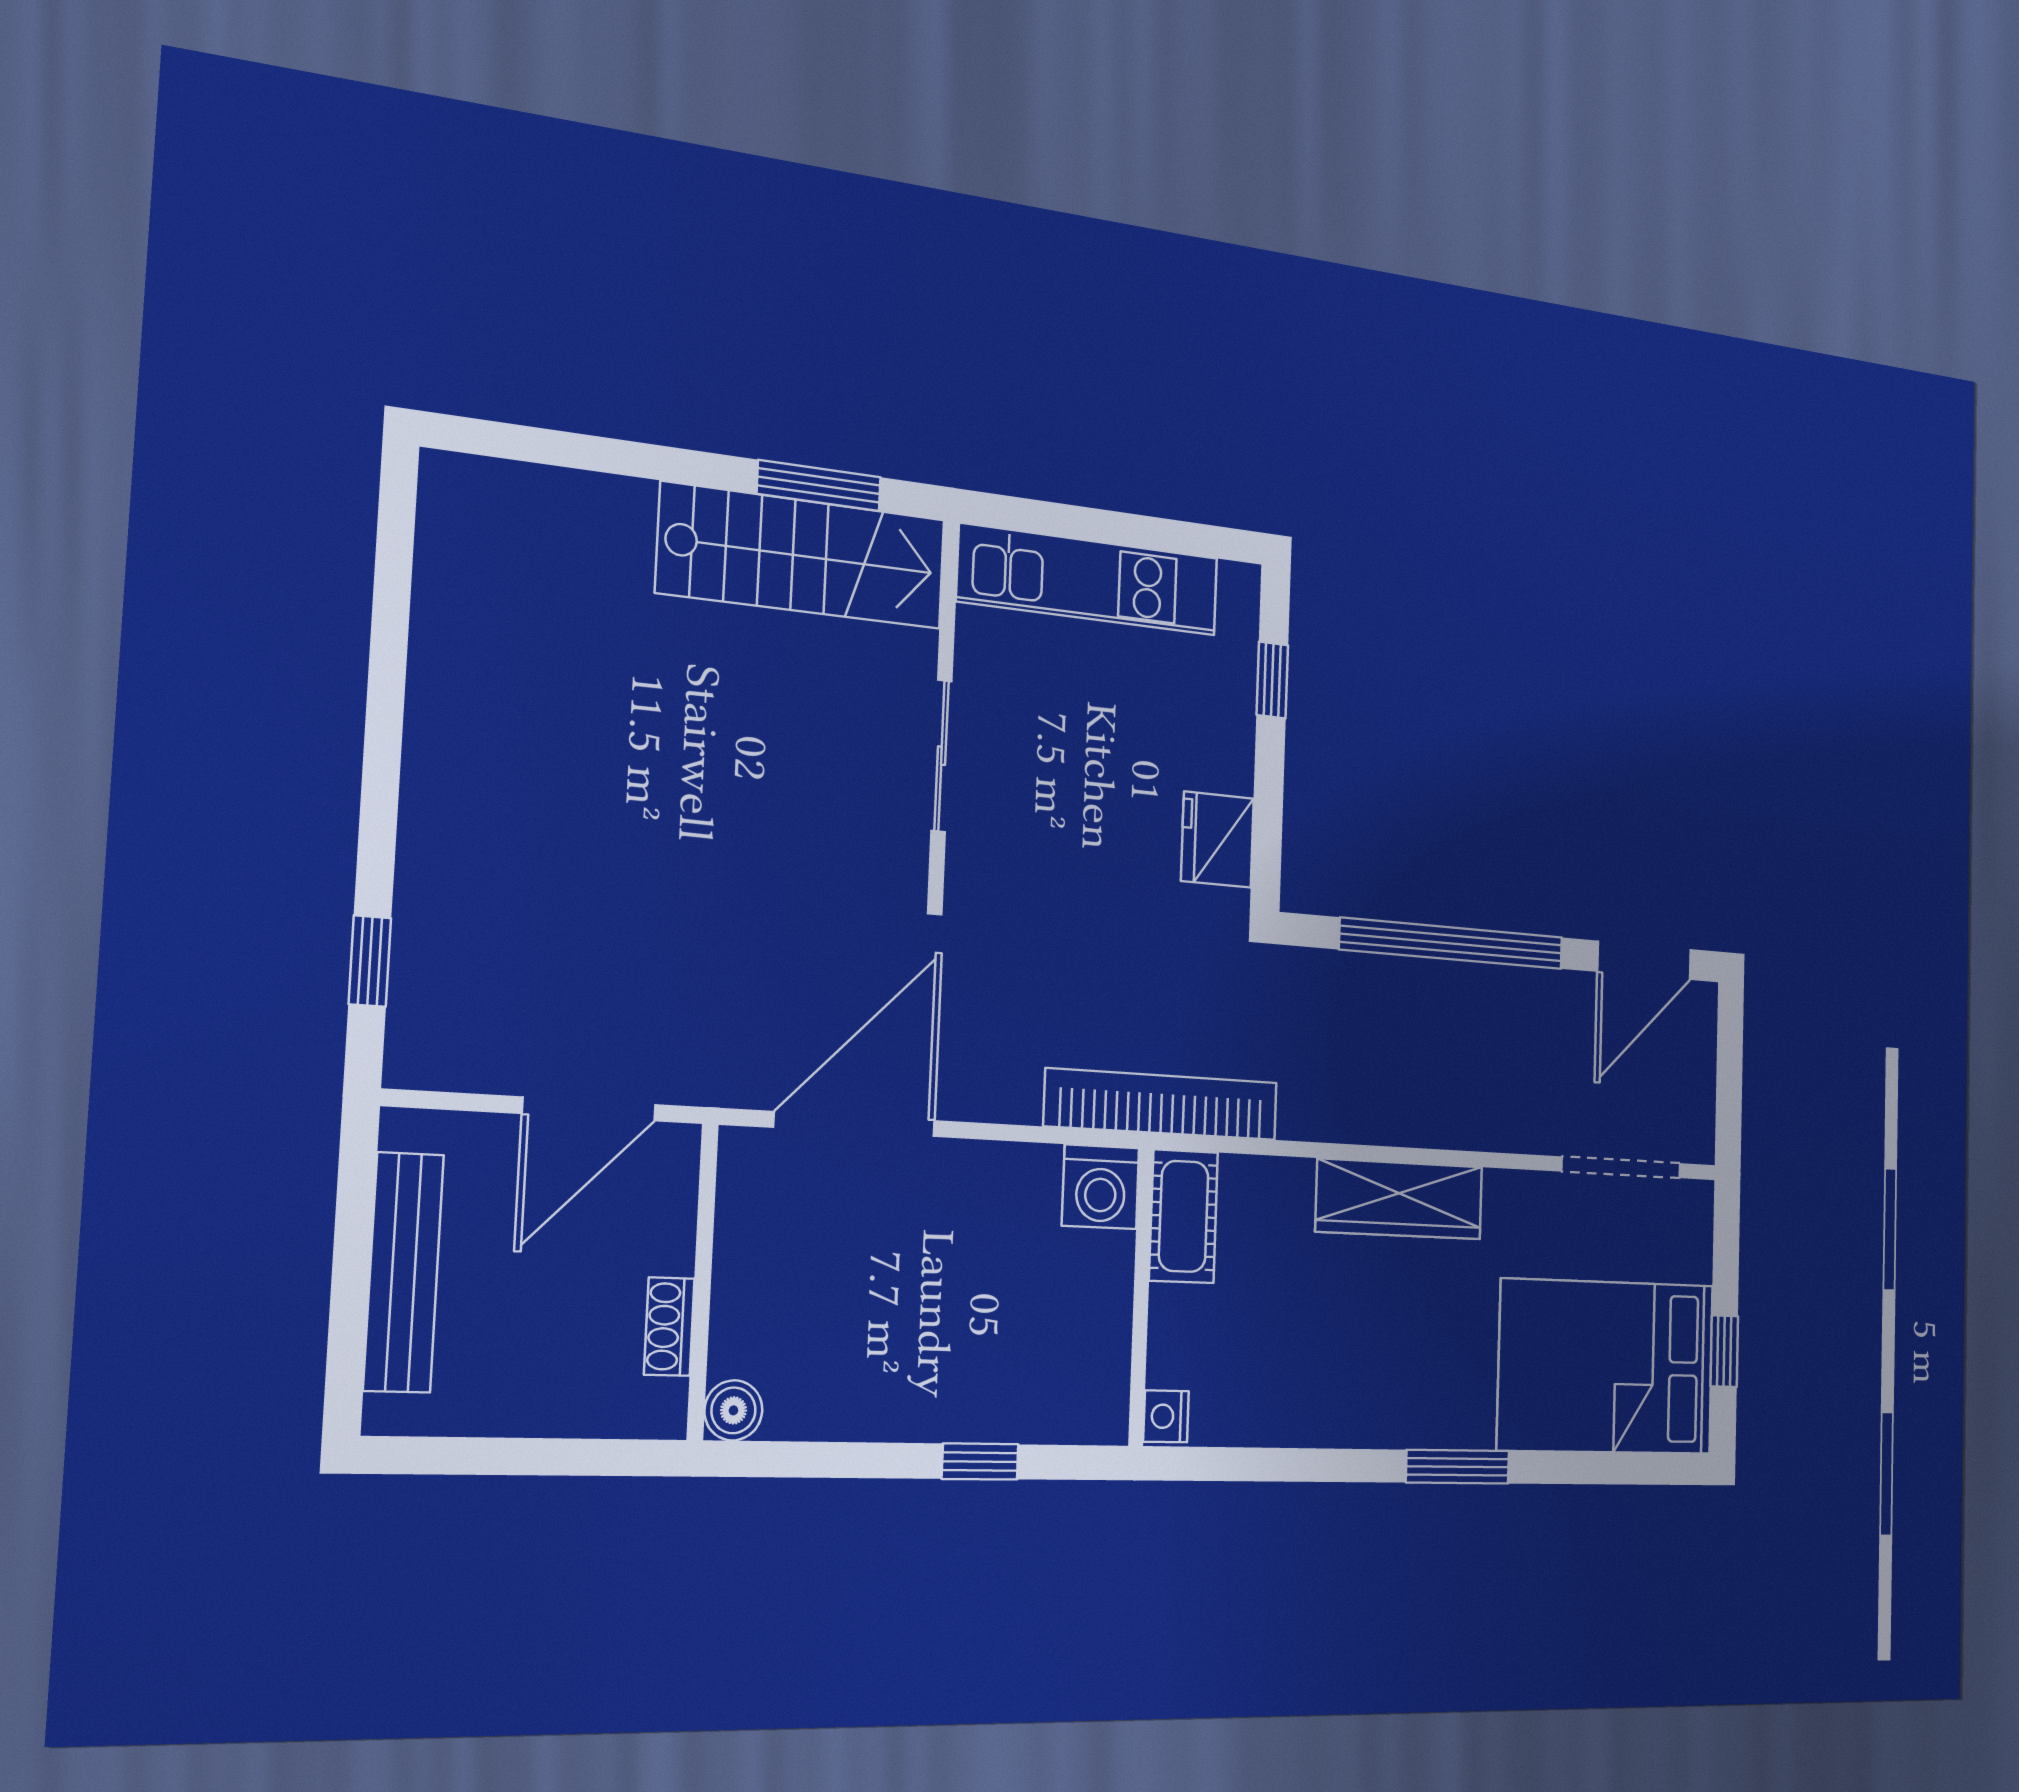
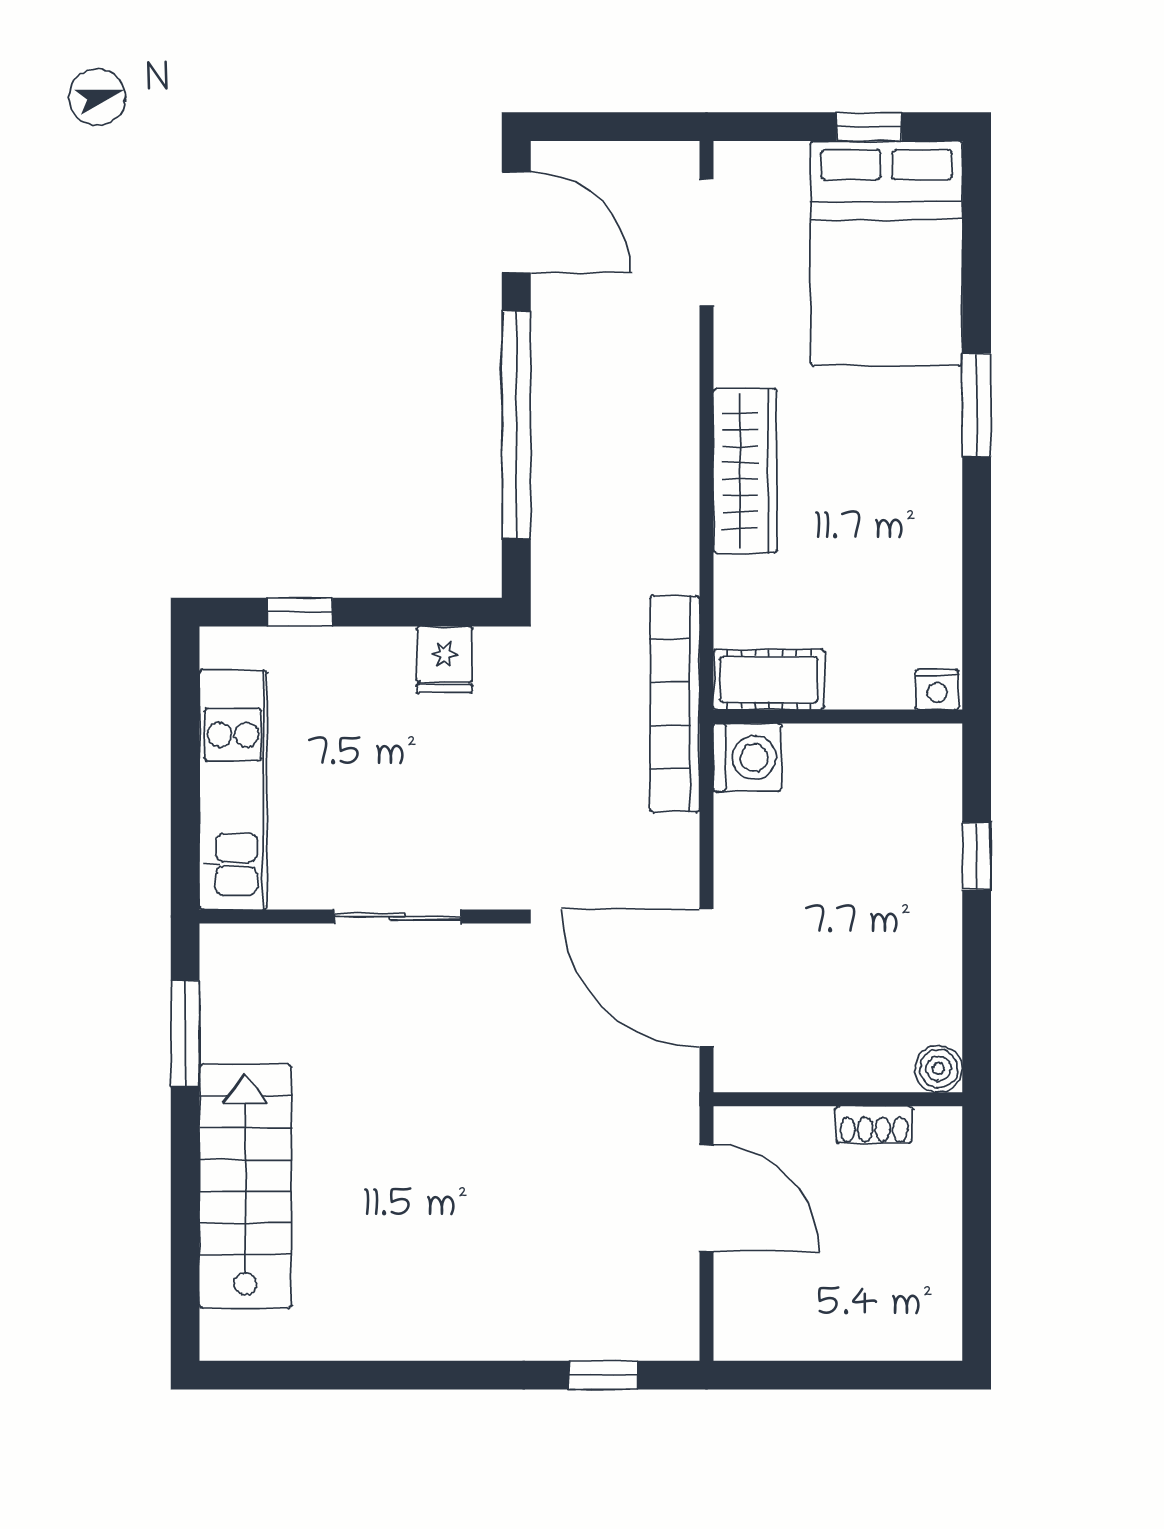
stairs: (802, 556) -> (245, 1186), moved
fridge: (1217, 840) -> (444, 660), width x0.72
bench: (404, 1272) -> (839, 1335), removed

